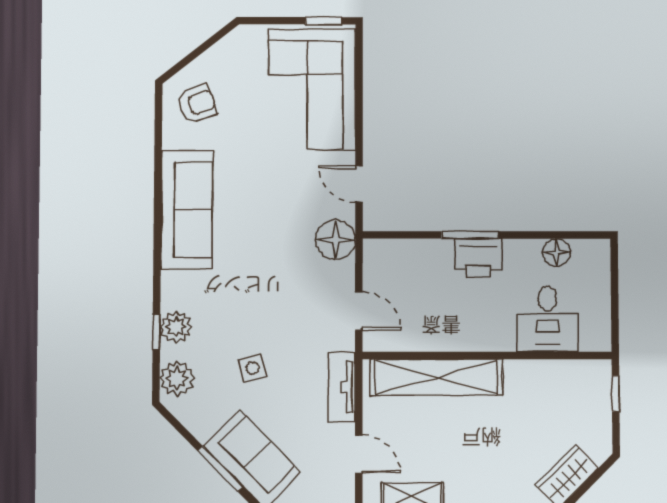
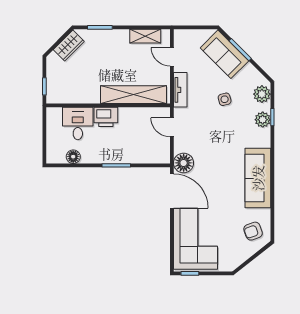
door: (359, 184) -> (172, 191), width x1.88
printer: (478, 258) -> (106, 117), moved, turned 180

